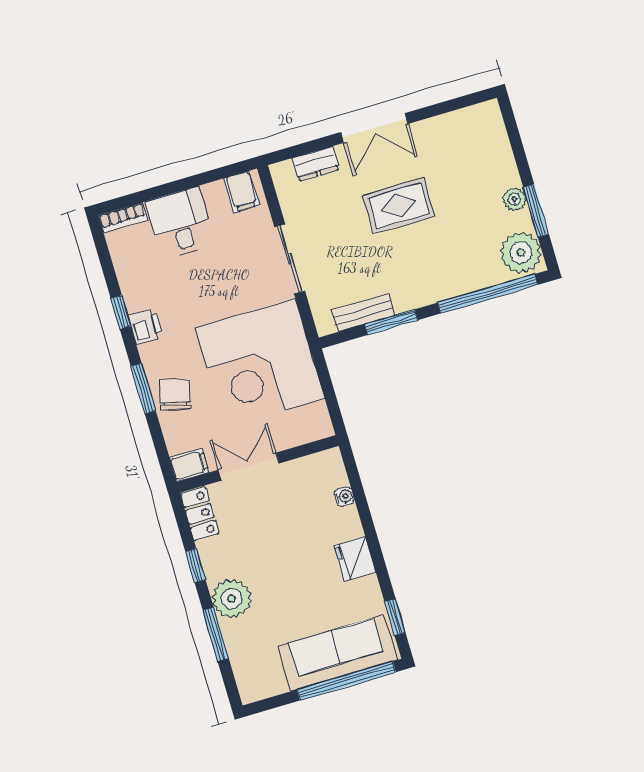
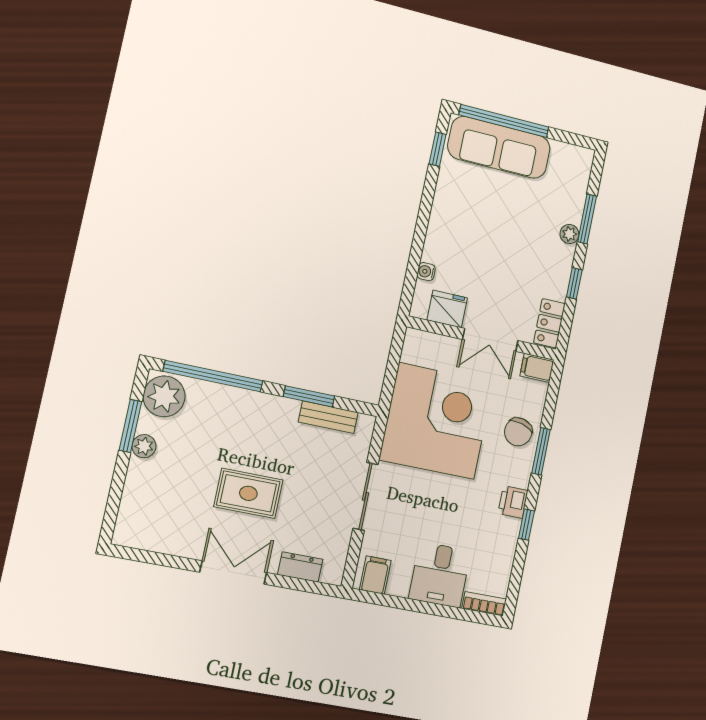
fridge: (355, 559) -> (447, 309), moved, turned -90
plant: (232, 599) -> (569, 234), width x0.53, depth x0.53

